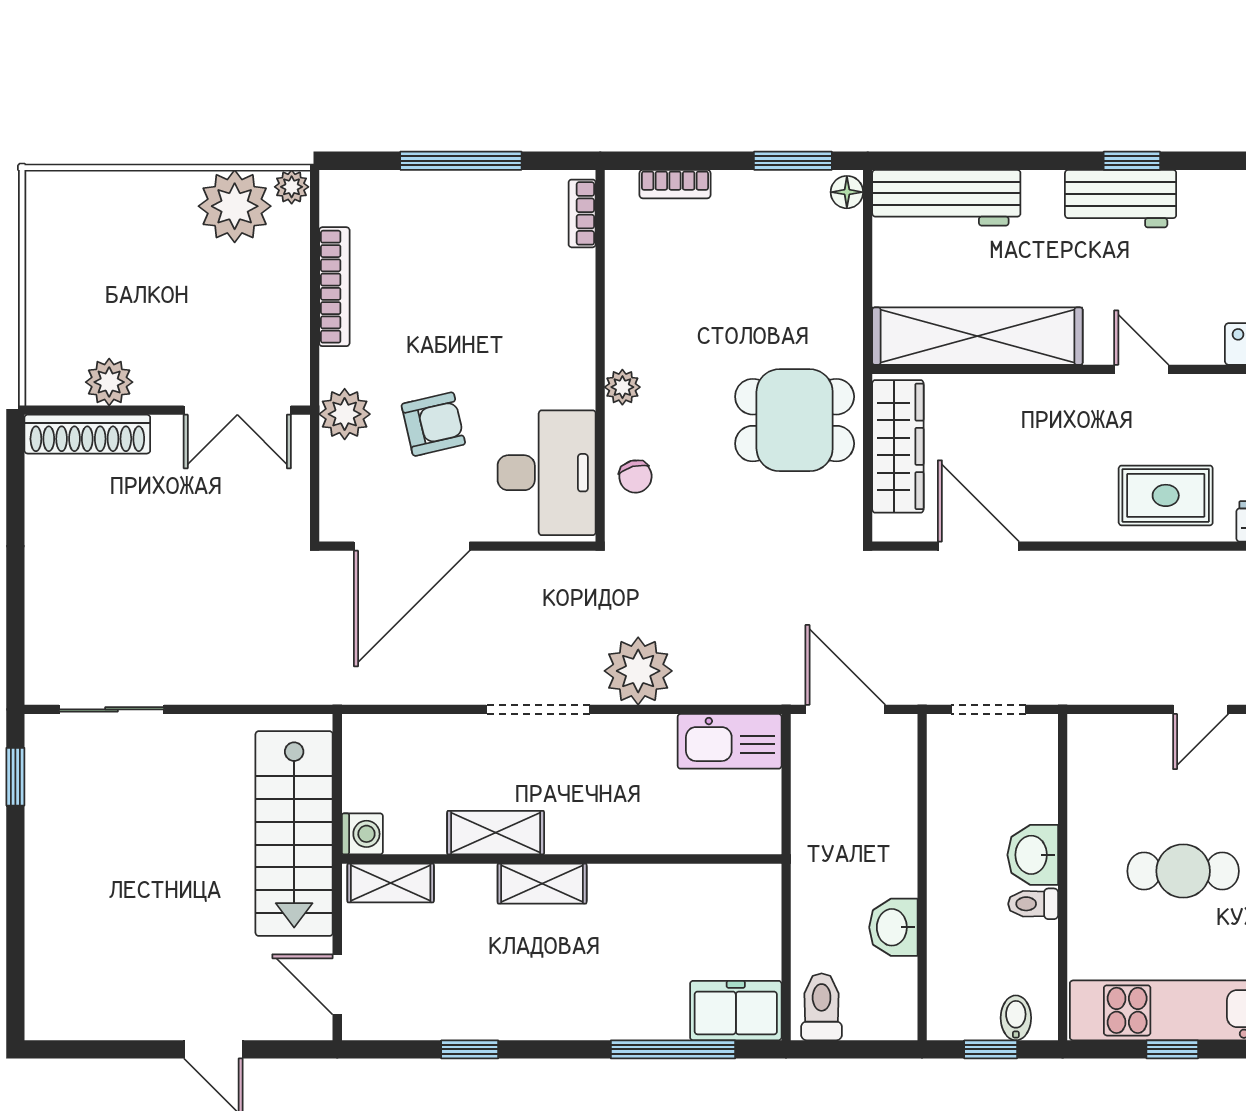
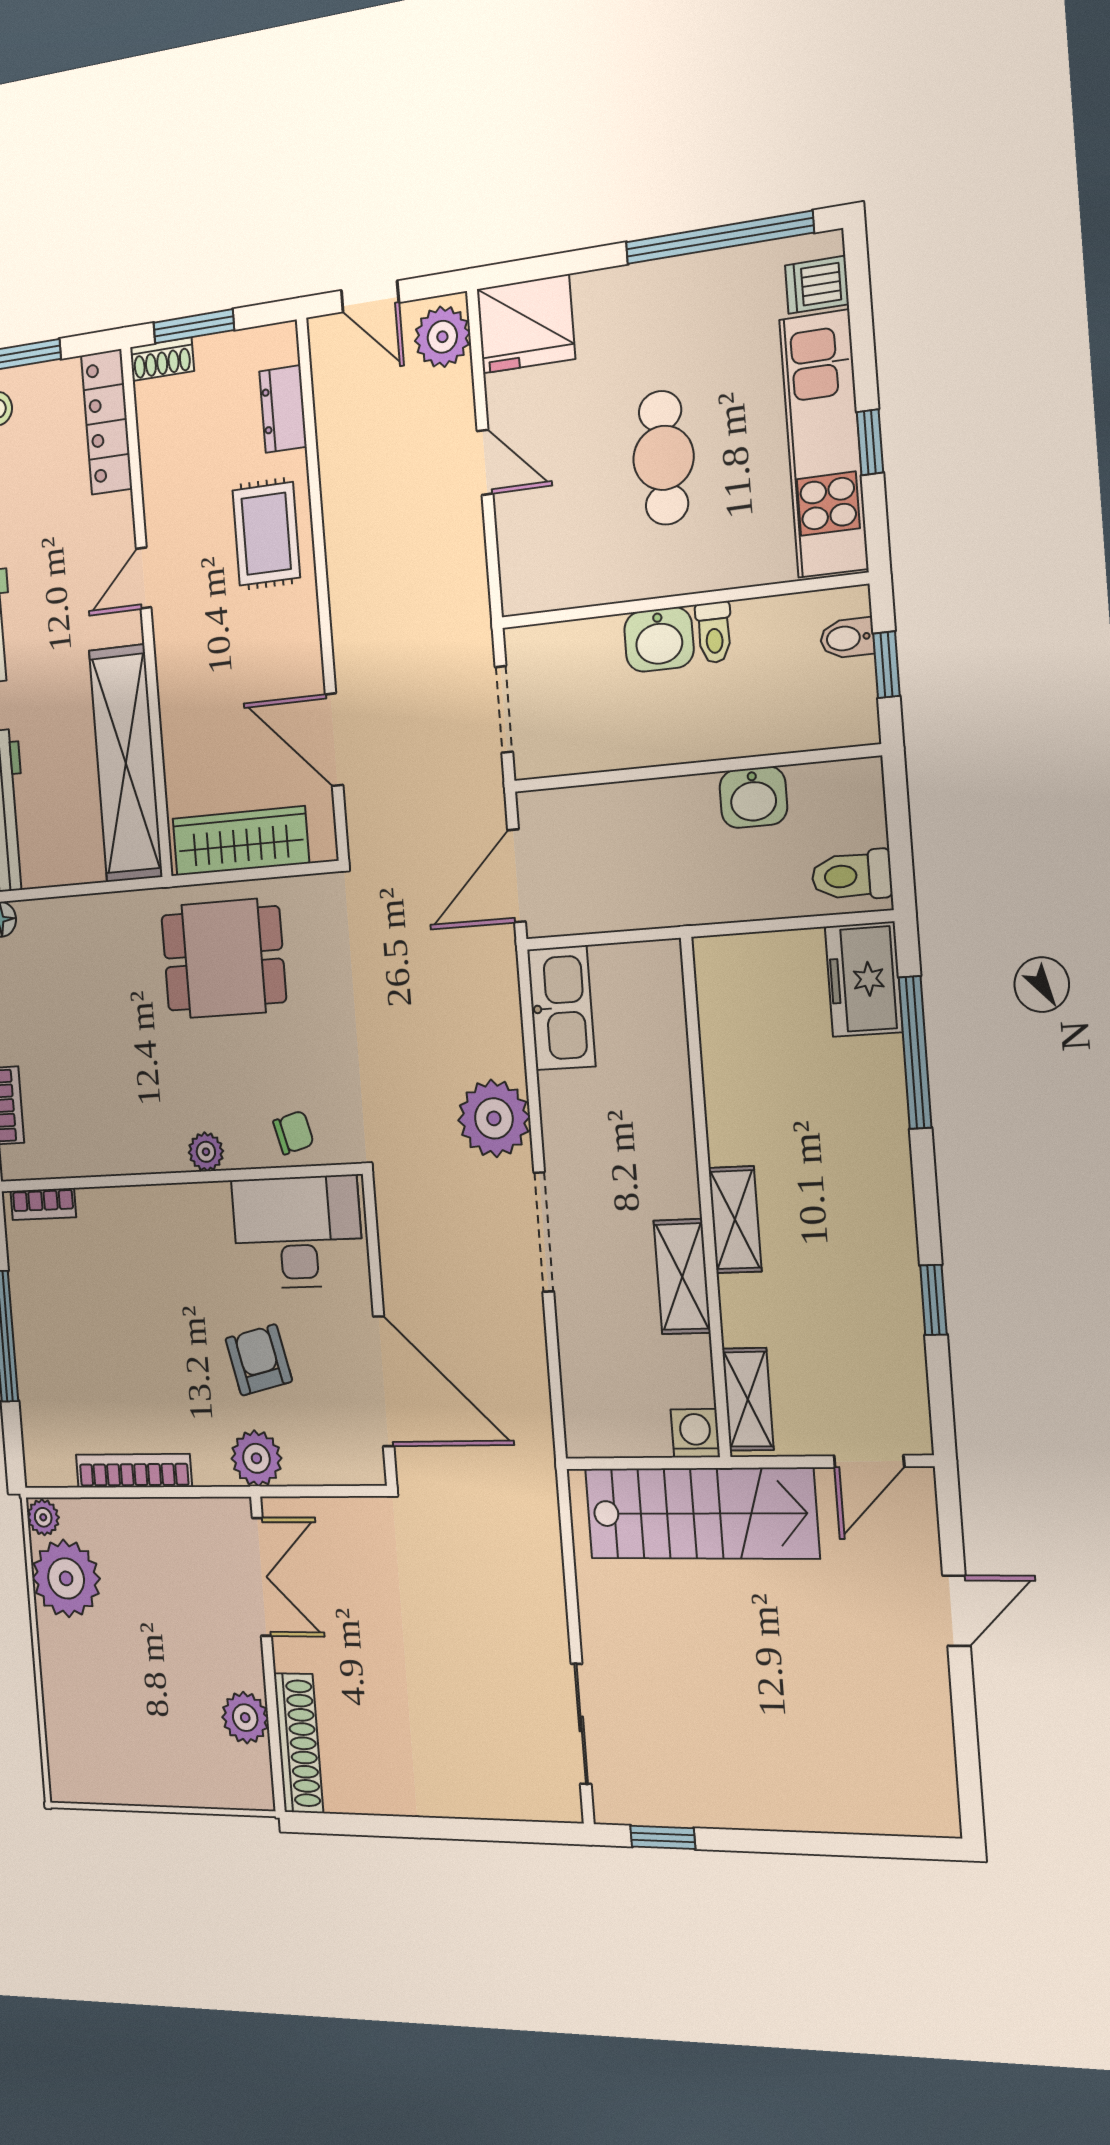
dining table: (795, 420) -> (224, 959), turned 90
door: (978, 546) -> (334, 740), hinge flipped

